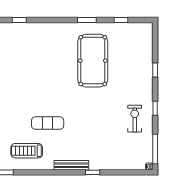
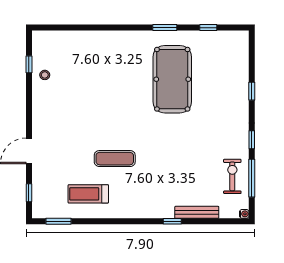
window: (19, 20) -> (79, 28), removed
exercise bike: (135, 119) -> (232, 176), moved
window: (155, 149) -> (252, 178), moved
bench: (71, 165) -> (197, 212), moved

